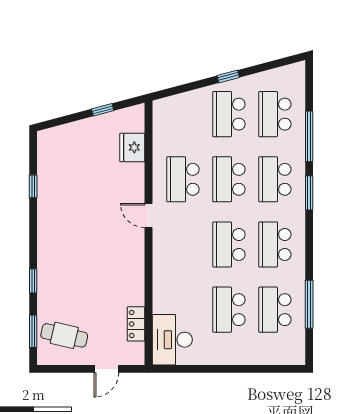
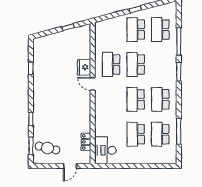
fridge: (132, 147) -> (84, 67), moved
school desk: (275, 179) -> (160, 64), removed

